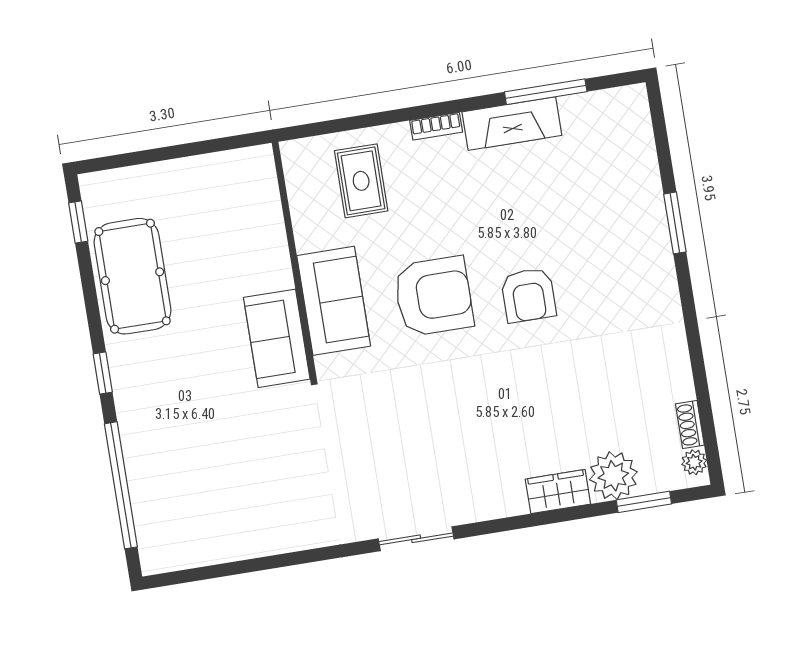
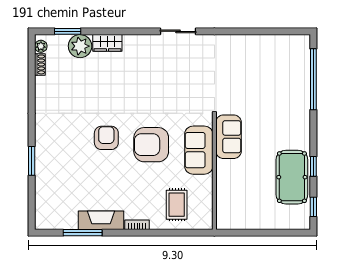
window: (103, 373) -> (313, 166), moved

